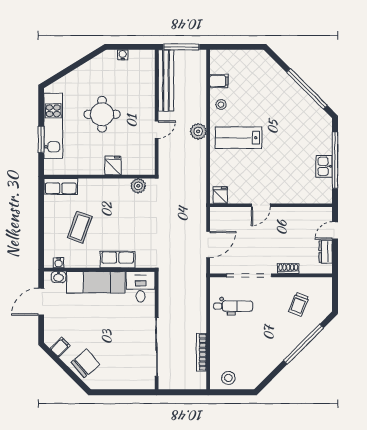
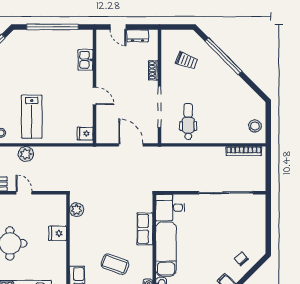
kitchen sink: (324, 166) -> (85, 60), moved, turned 90
bookcase: (201, 352) -> (244, 151), moved
chair: (85, 363) -> (241, 259), width x0.54, depth x0.54

